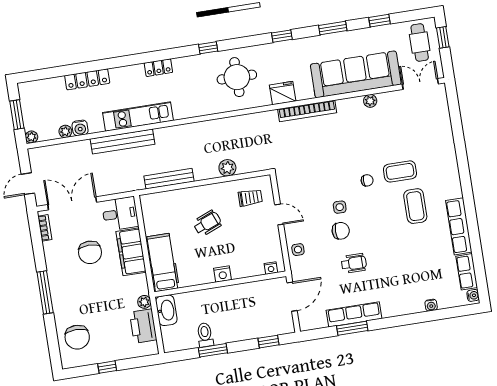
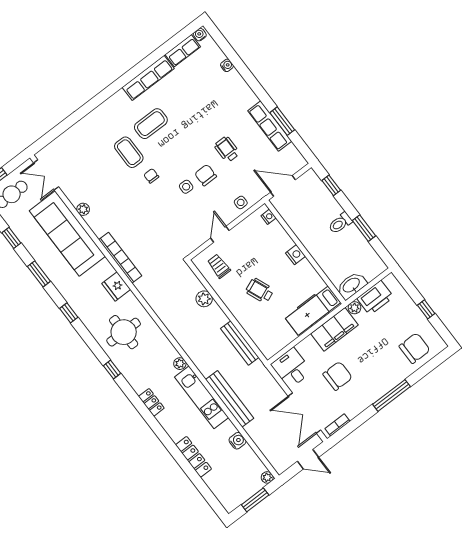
plant: (65, 131) -> (180, 364), moved
filing cabinet: (131, 252) -> (334, 329), moved
toilet: (205, 335) -> (340, 223), moved

